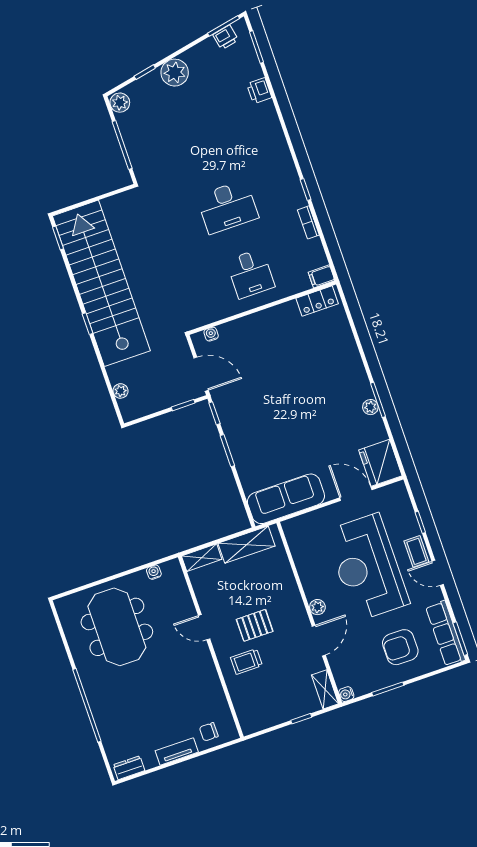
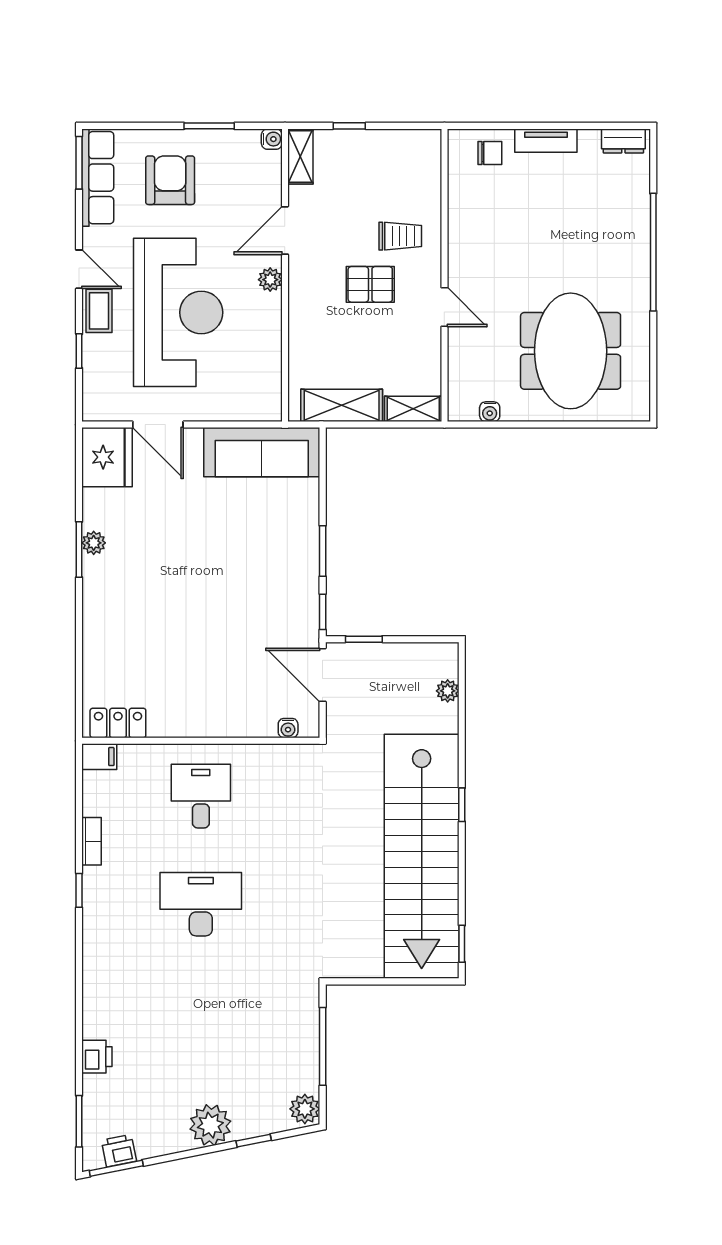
armchair: (400, 647) -> (170, 180), turned -90

